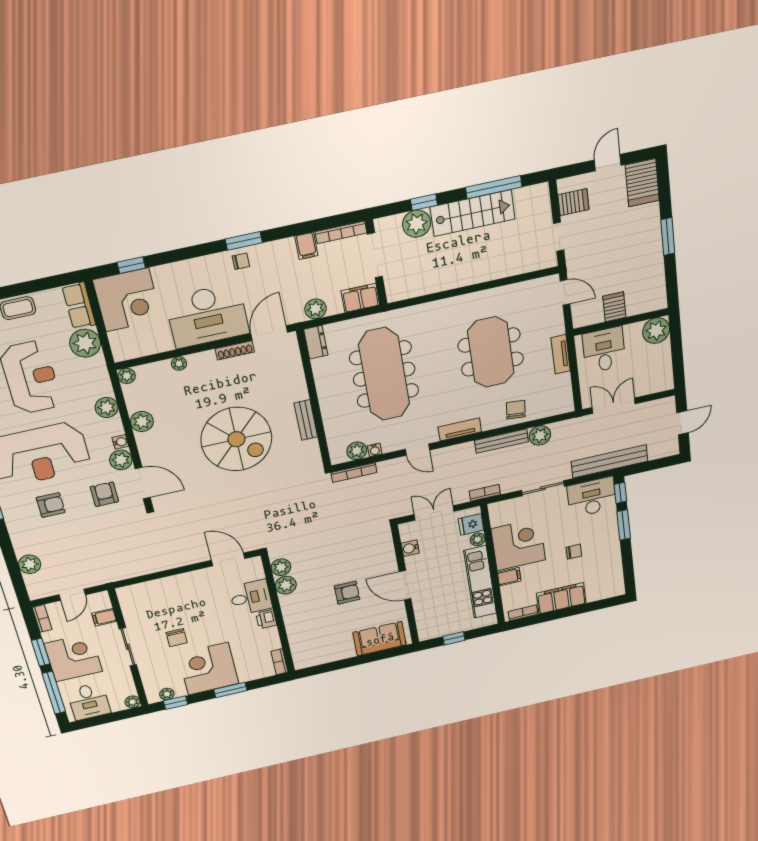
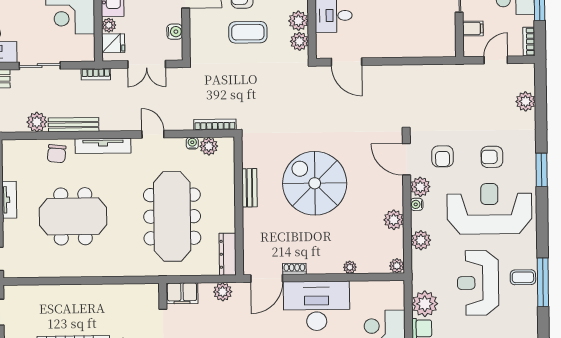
dresser: (316, 342) -> (228, 254), width x1.44
shoe rack: (235, 350) -> (294, 269), width x0.70
meeting table: (491, 352) -> (73, 216), turned 90
tv unit: (460, 429) -> (103, 146), width x1.41
coffee table: (335, 564) -> (248, 32), added

